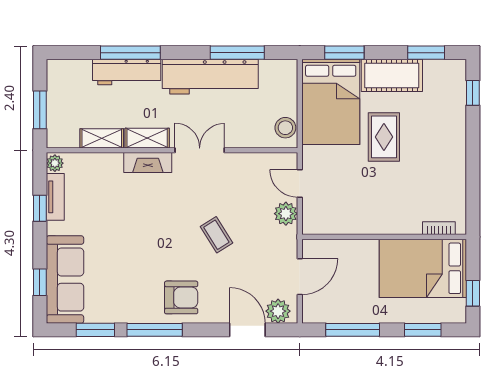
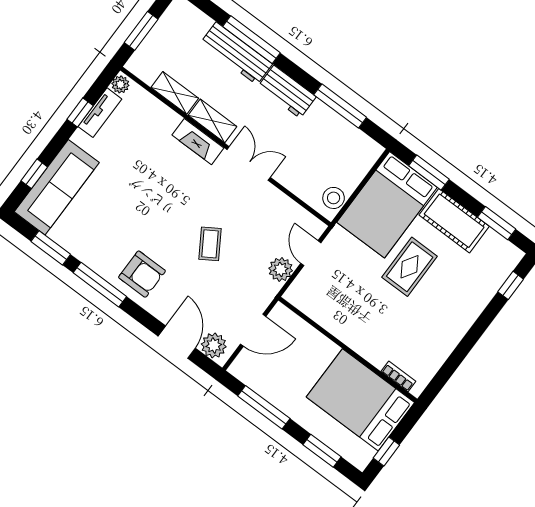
workbench: (210, 77) -> (287, 92), width x0.53, depth x0.76

